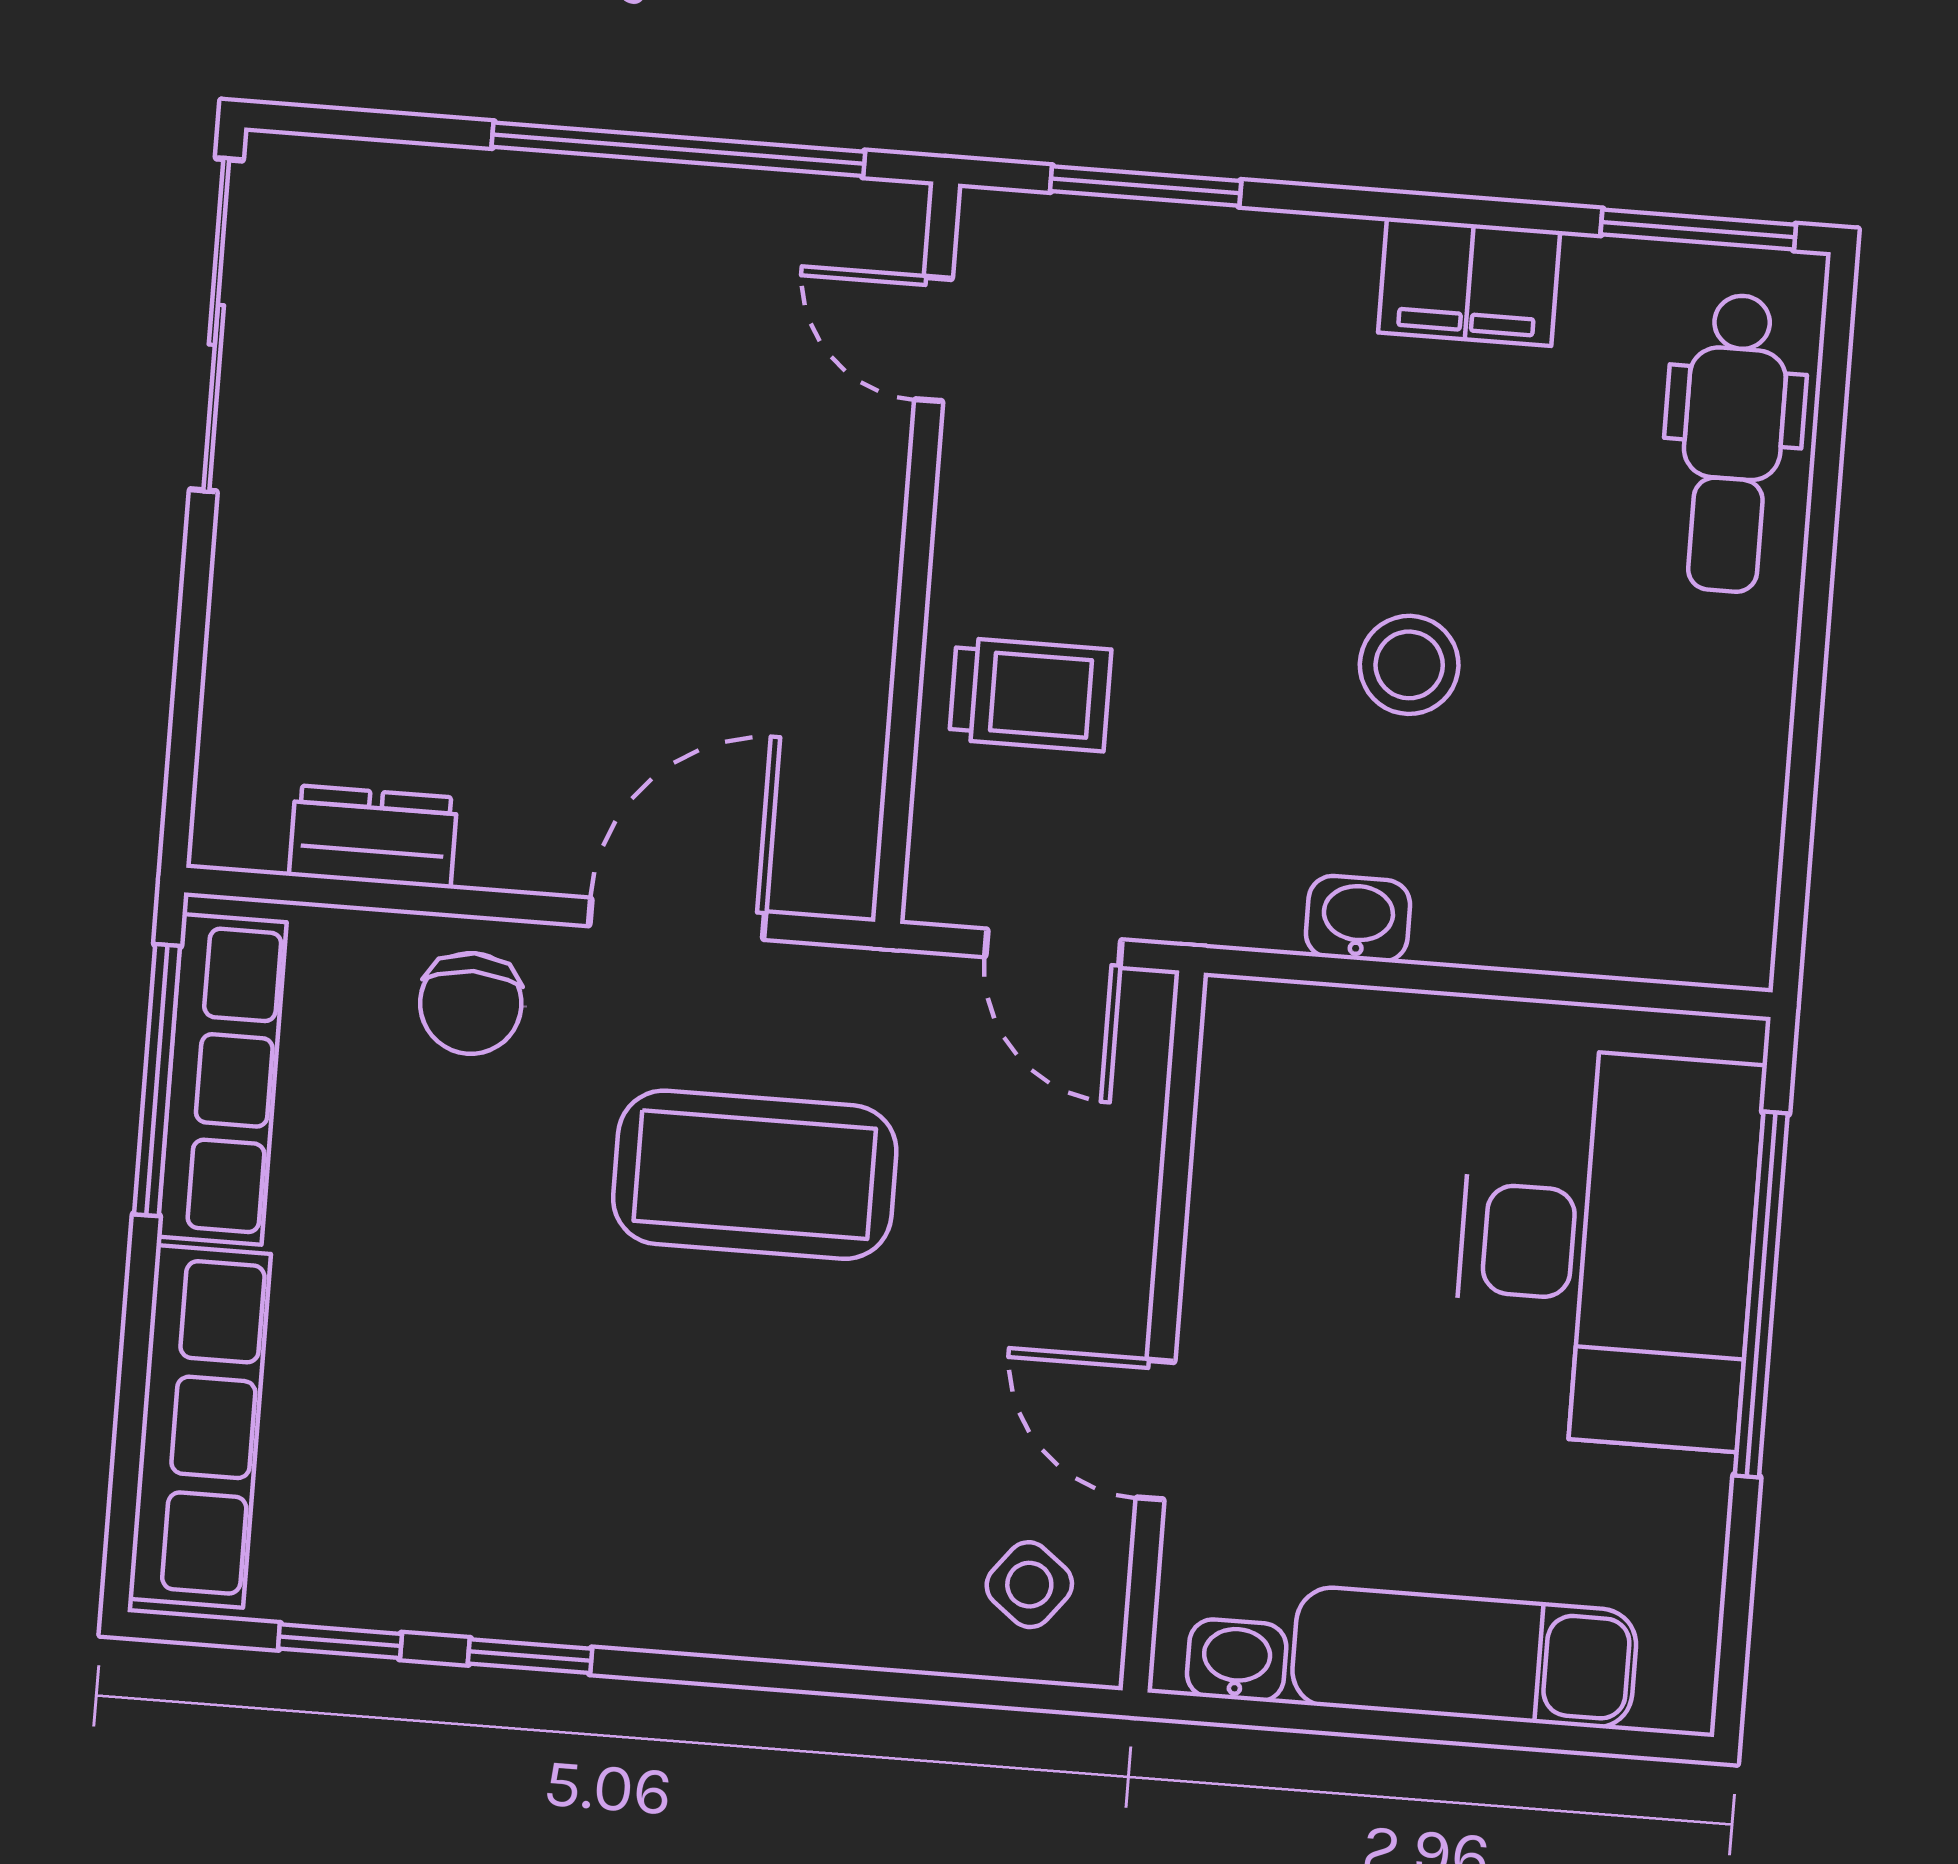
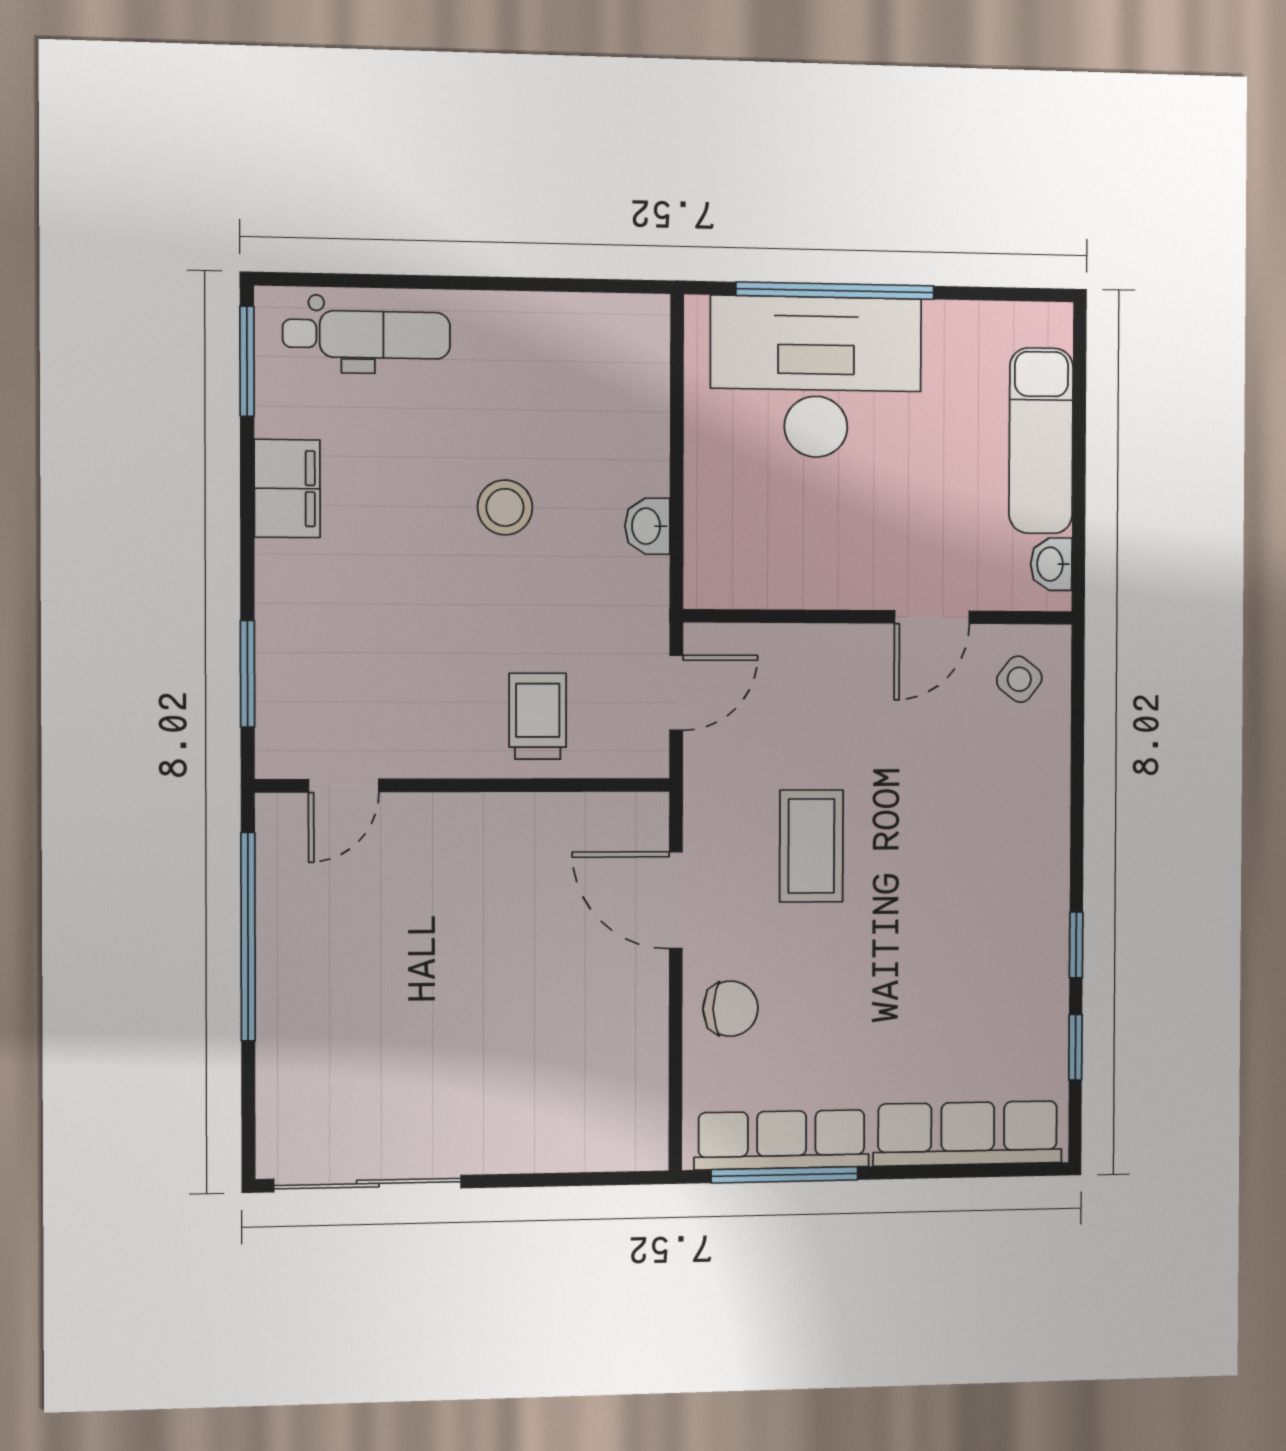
dresser: (373, 837) -> (644, 1070), removed
coffee table: (755, 1175) -> (811, 846), width x0.73, depth x0.76

